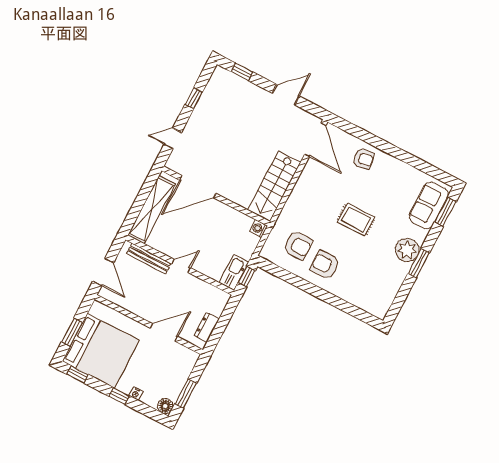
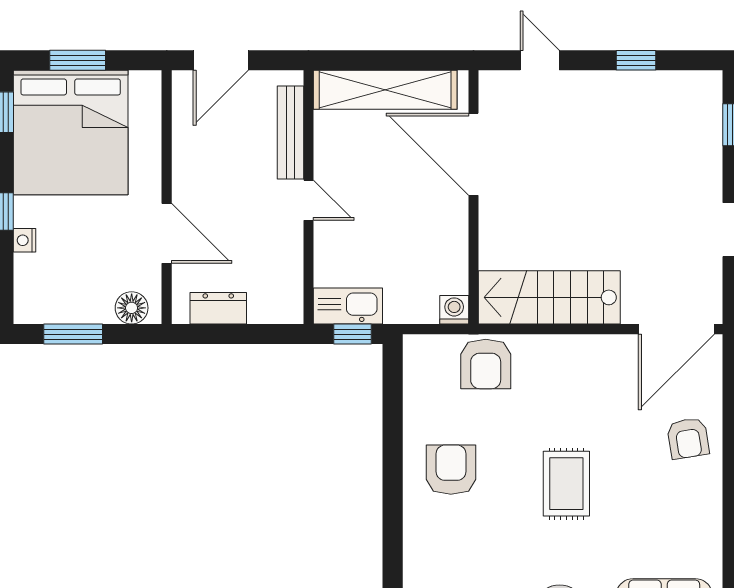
armchair: (298, 245) -> (486, 364), moved
floor lamp: (165, 406) -> (132, 308), moved

